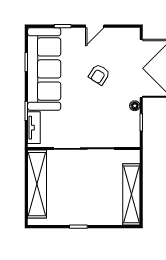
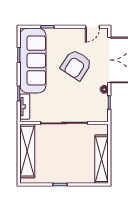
door: (95, 26) -> (92, 27), moved
armchair: (99, 75) -> (76, 65), width x1.88, depth x1.88

